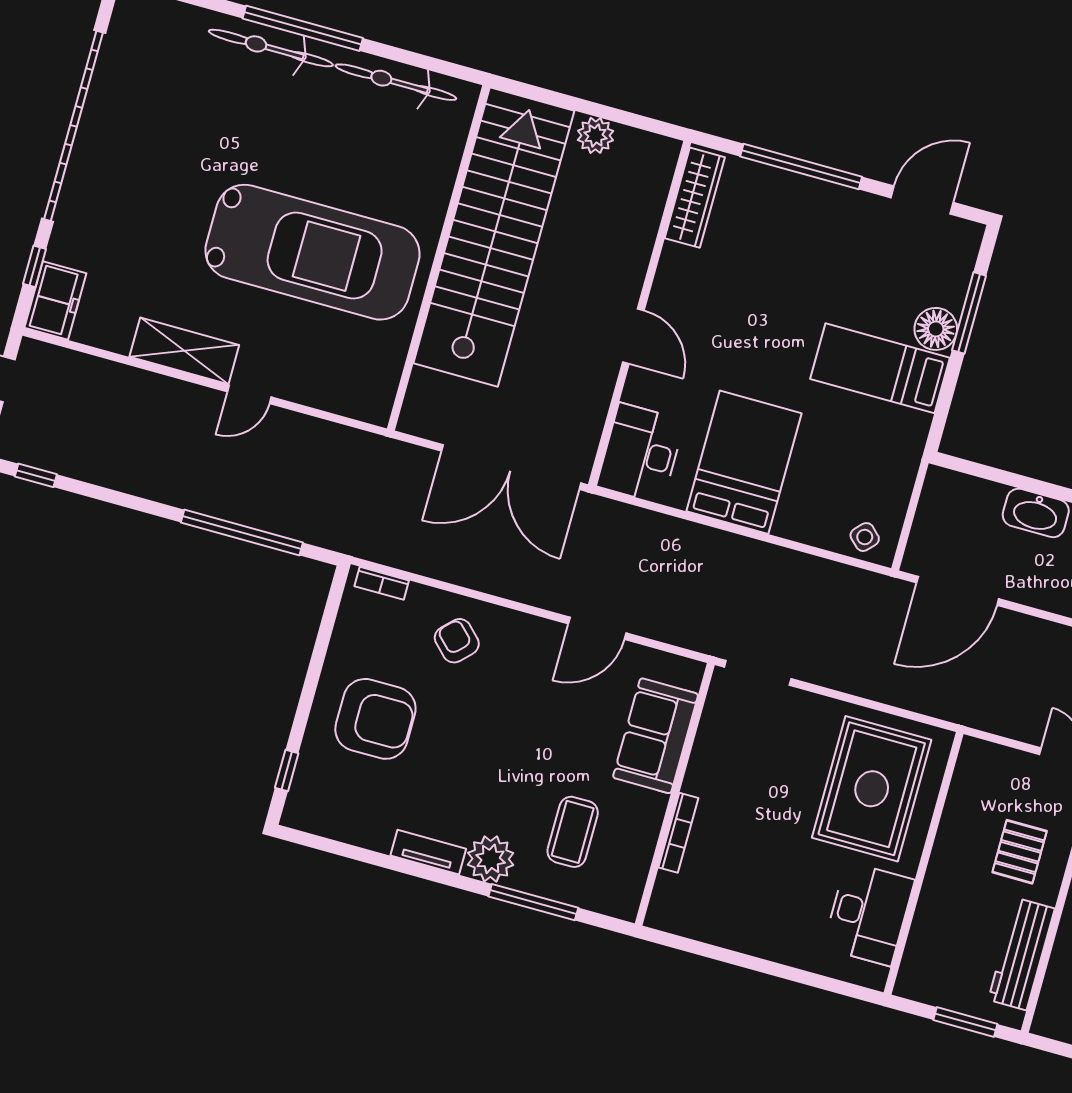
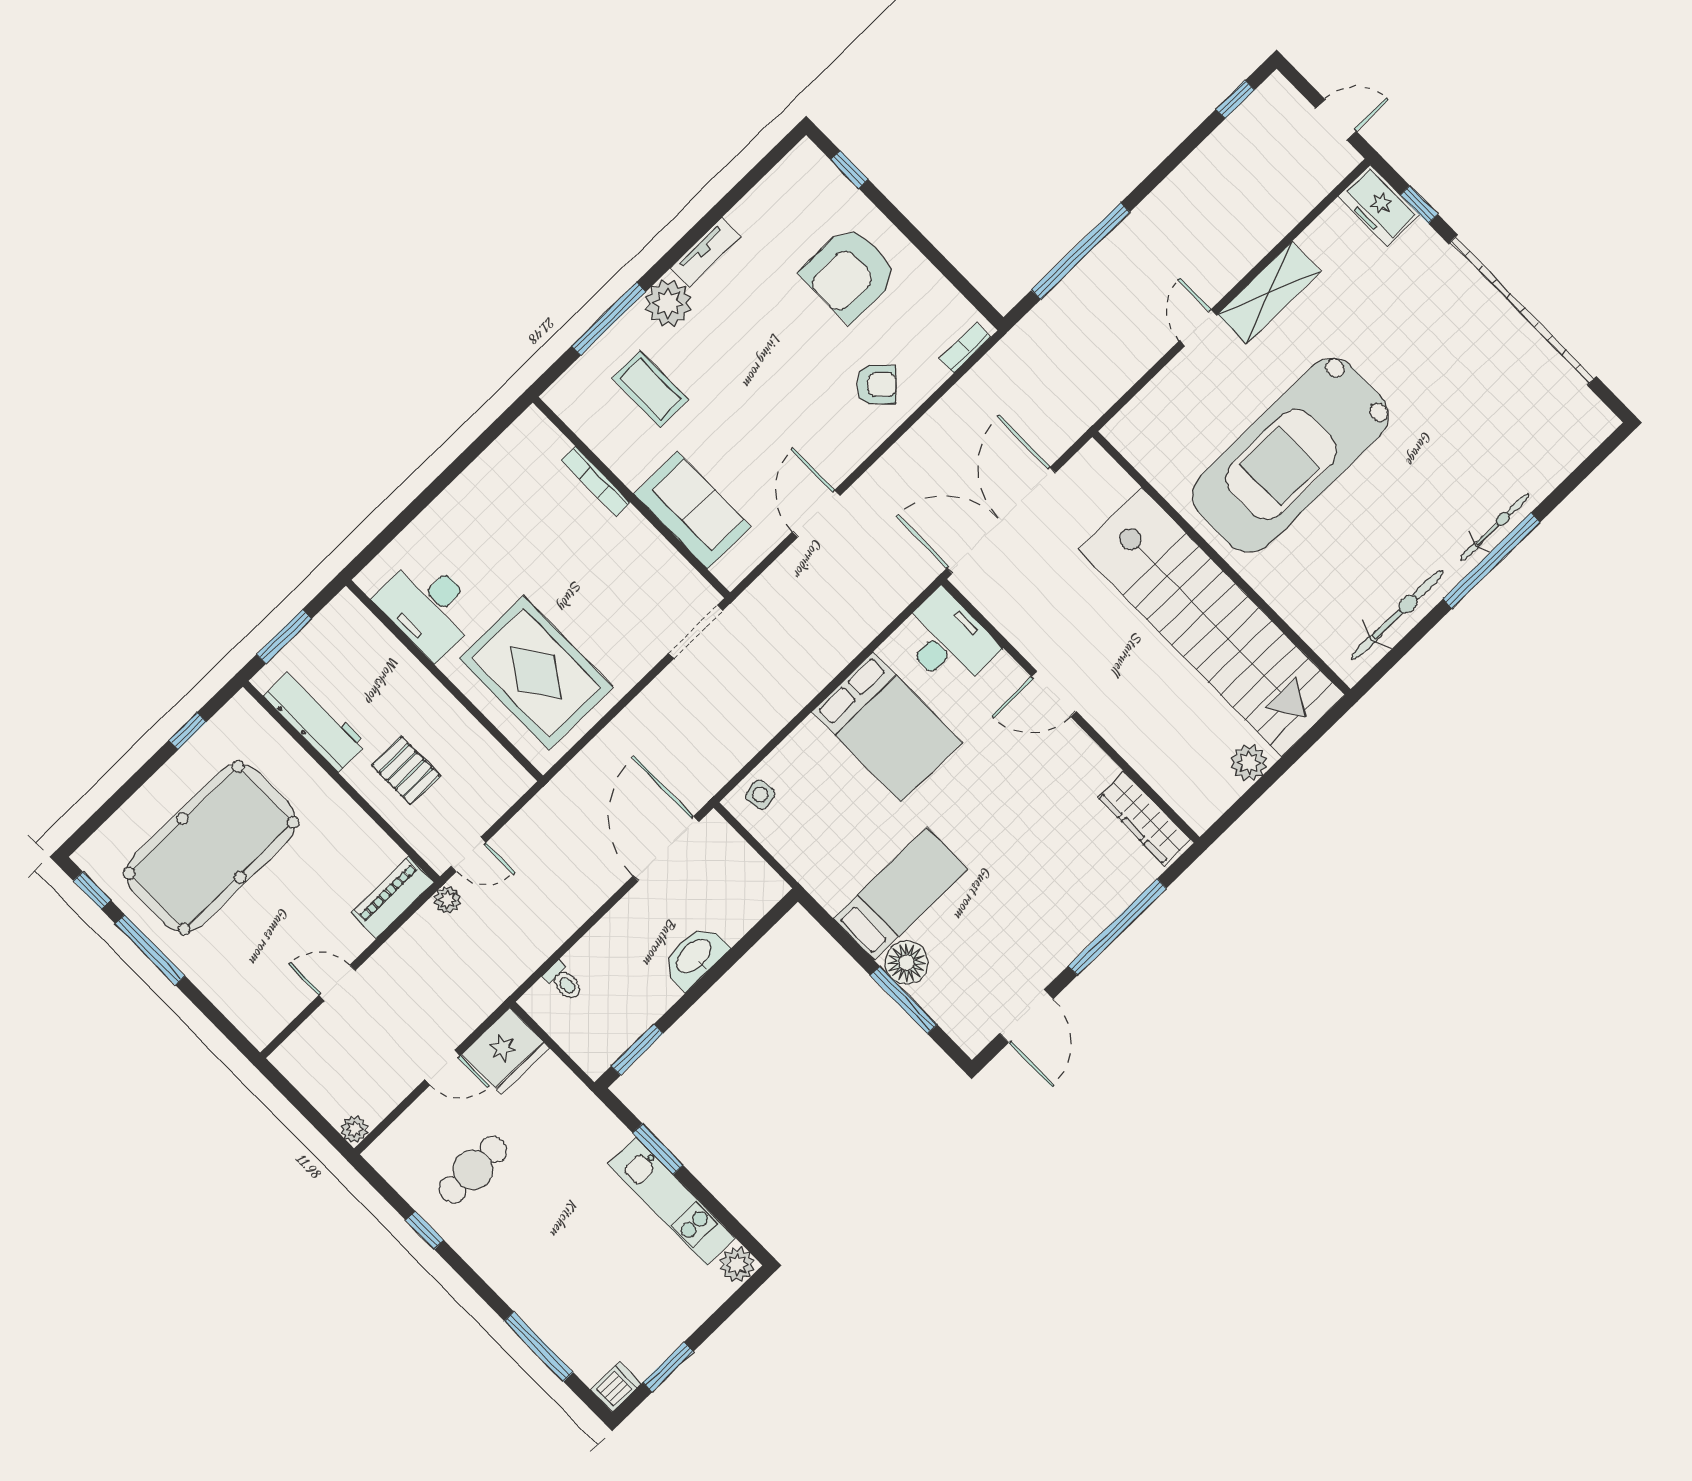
bicycle: (271, 48) -> (1495, 527), width x0.73, depth x0.71
side table: (865, 537) -> (760, 795), turned 37

